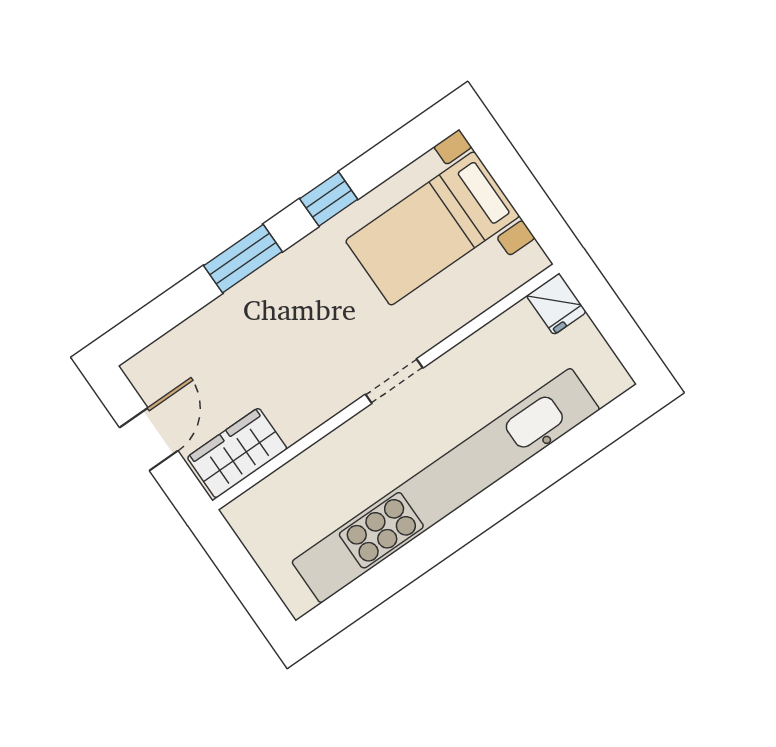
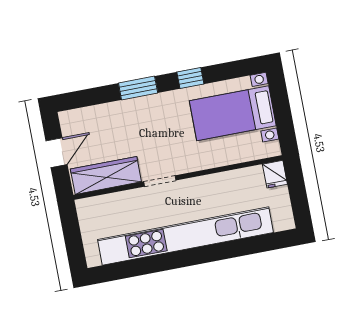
doorway: (394, 381) -> (160, 181), moved
wardrobe: (237, 453) -> (106, 175), width x1.50

